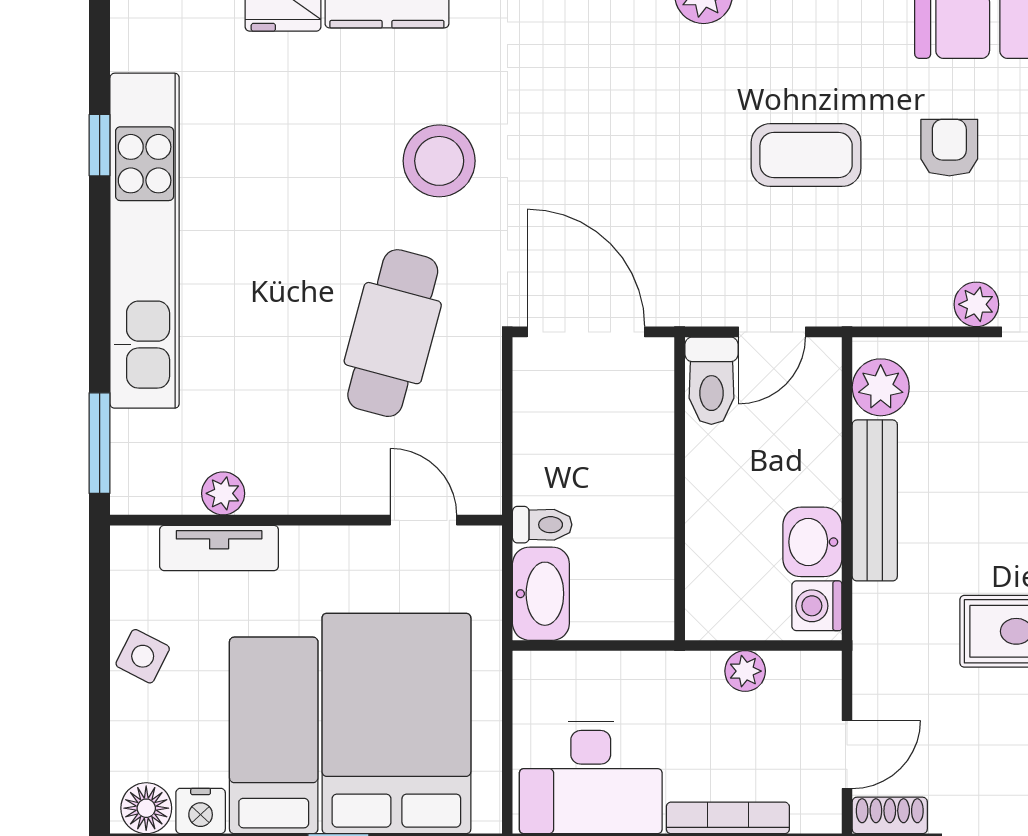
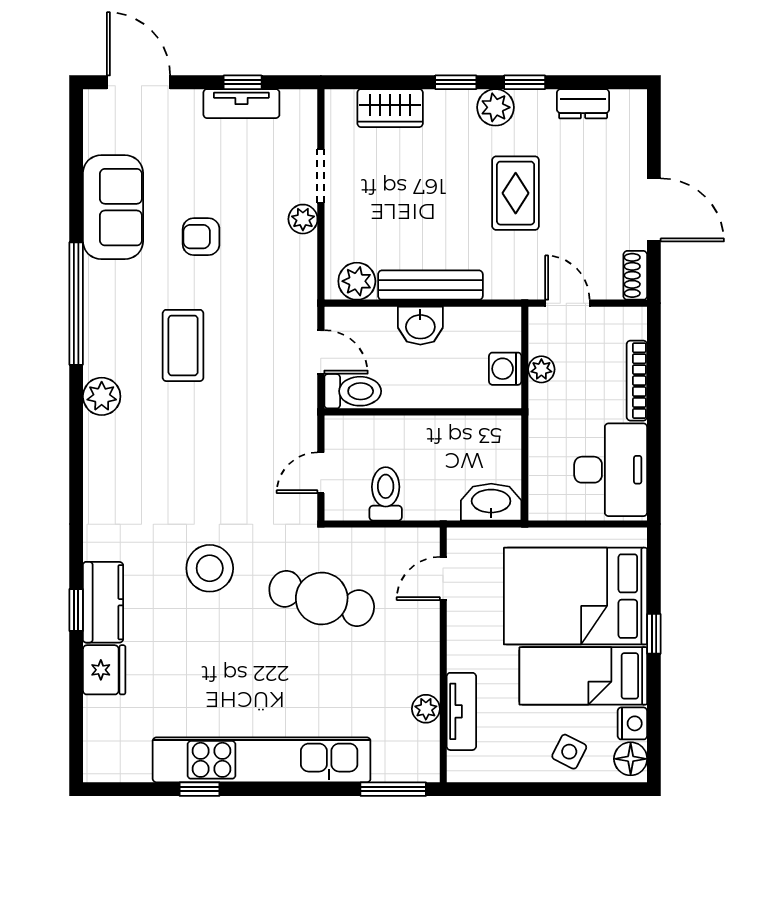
coffee table: (806, 155) -> (183, 345), moved
door: (586, 332) -> (321, 473), width x0.53
toilet: (542, 525) -> (386, 494), moved, width x1.37, depth x1.39
washbasin: (812, 542) -> (420, 326), moved
washing machine: (817, 606) -> (505, 369), moved, turned 90
side table: (143, 656) -> (569, 752), moved
door: (847, 755) -> (567, 303), moved

